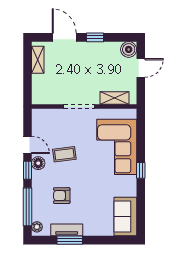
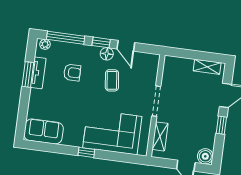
door: (27, 145) -> (126, 46), hinge flipped
armchair: (62, 196) -> (72, 72), turned 90

